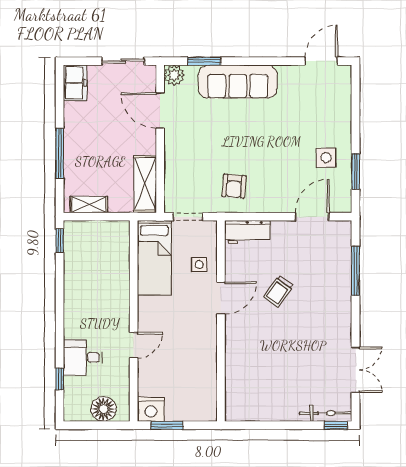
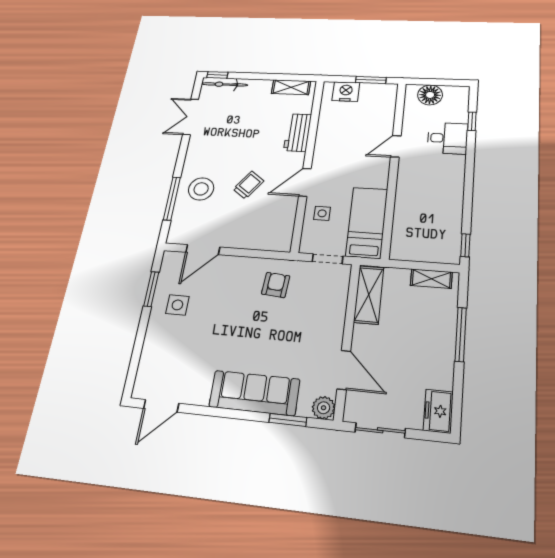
workbench: (247, 232) -> (298, 133), moved, turned -90
stool: (327, 284) -> (201, 189), added
nightstand: (151, 409) -> (346, 92), moved
shelving: (251, 412) -> (291, 87), added

